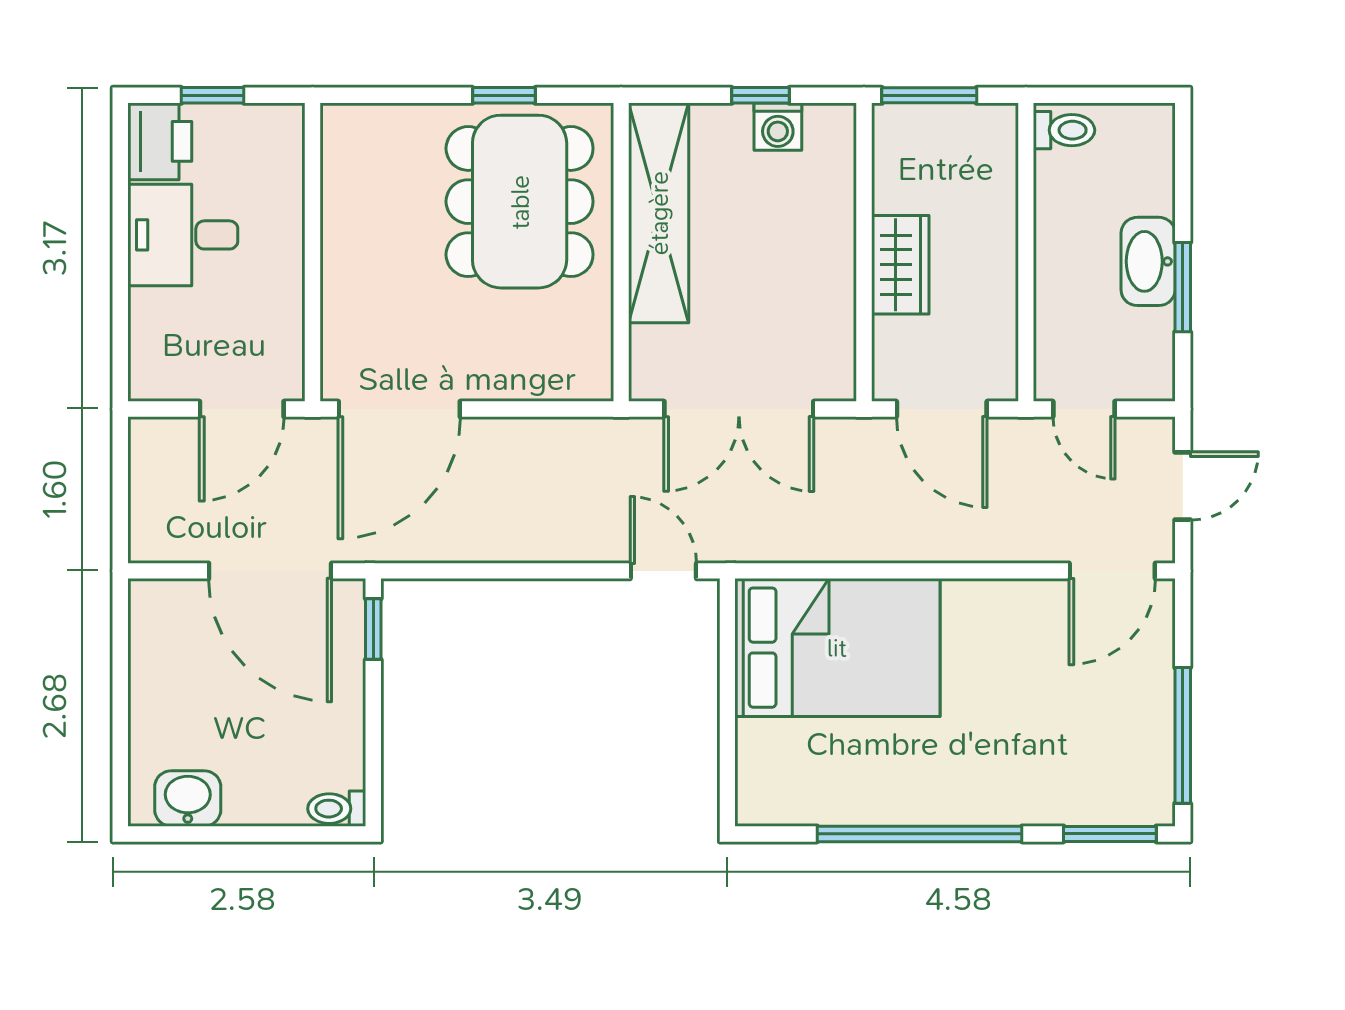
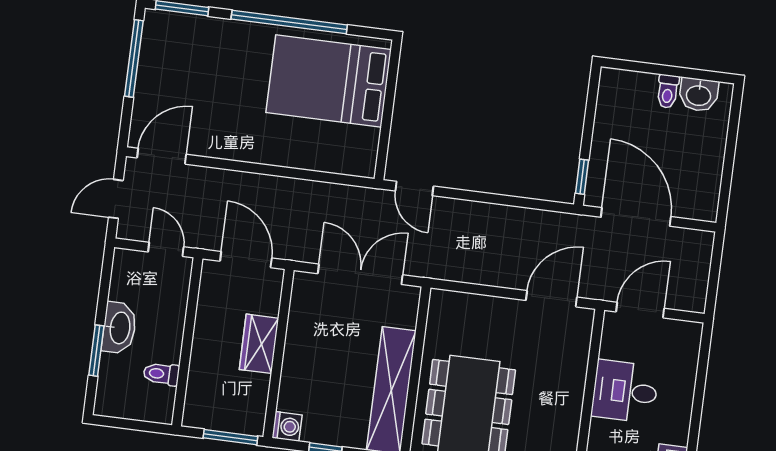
washing machine: (778, 127) -> (287, 426), moved, turned 90
toilet: (1064, 130) -> (161, 374), moved
desk: (183, 235) -> (625, 391), moved, turned 180
window: (1183, 287) -> (96, 351), moved
door: (399, 409) -> (551, 299), width x0.73
bed: (837, 648) -> (329, 81), moved
toilet: (337, 809) -> (668, 91), moved, turned 90

